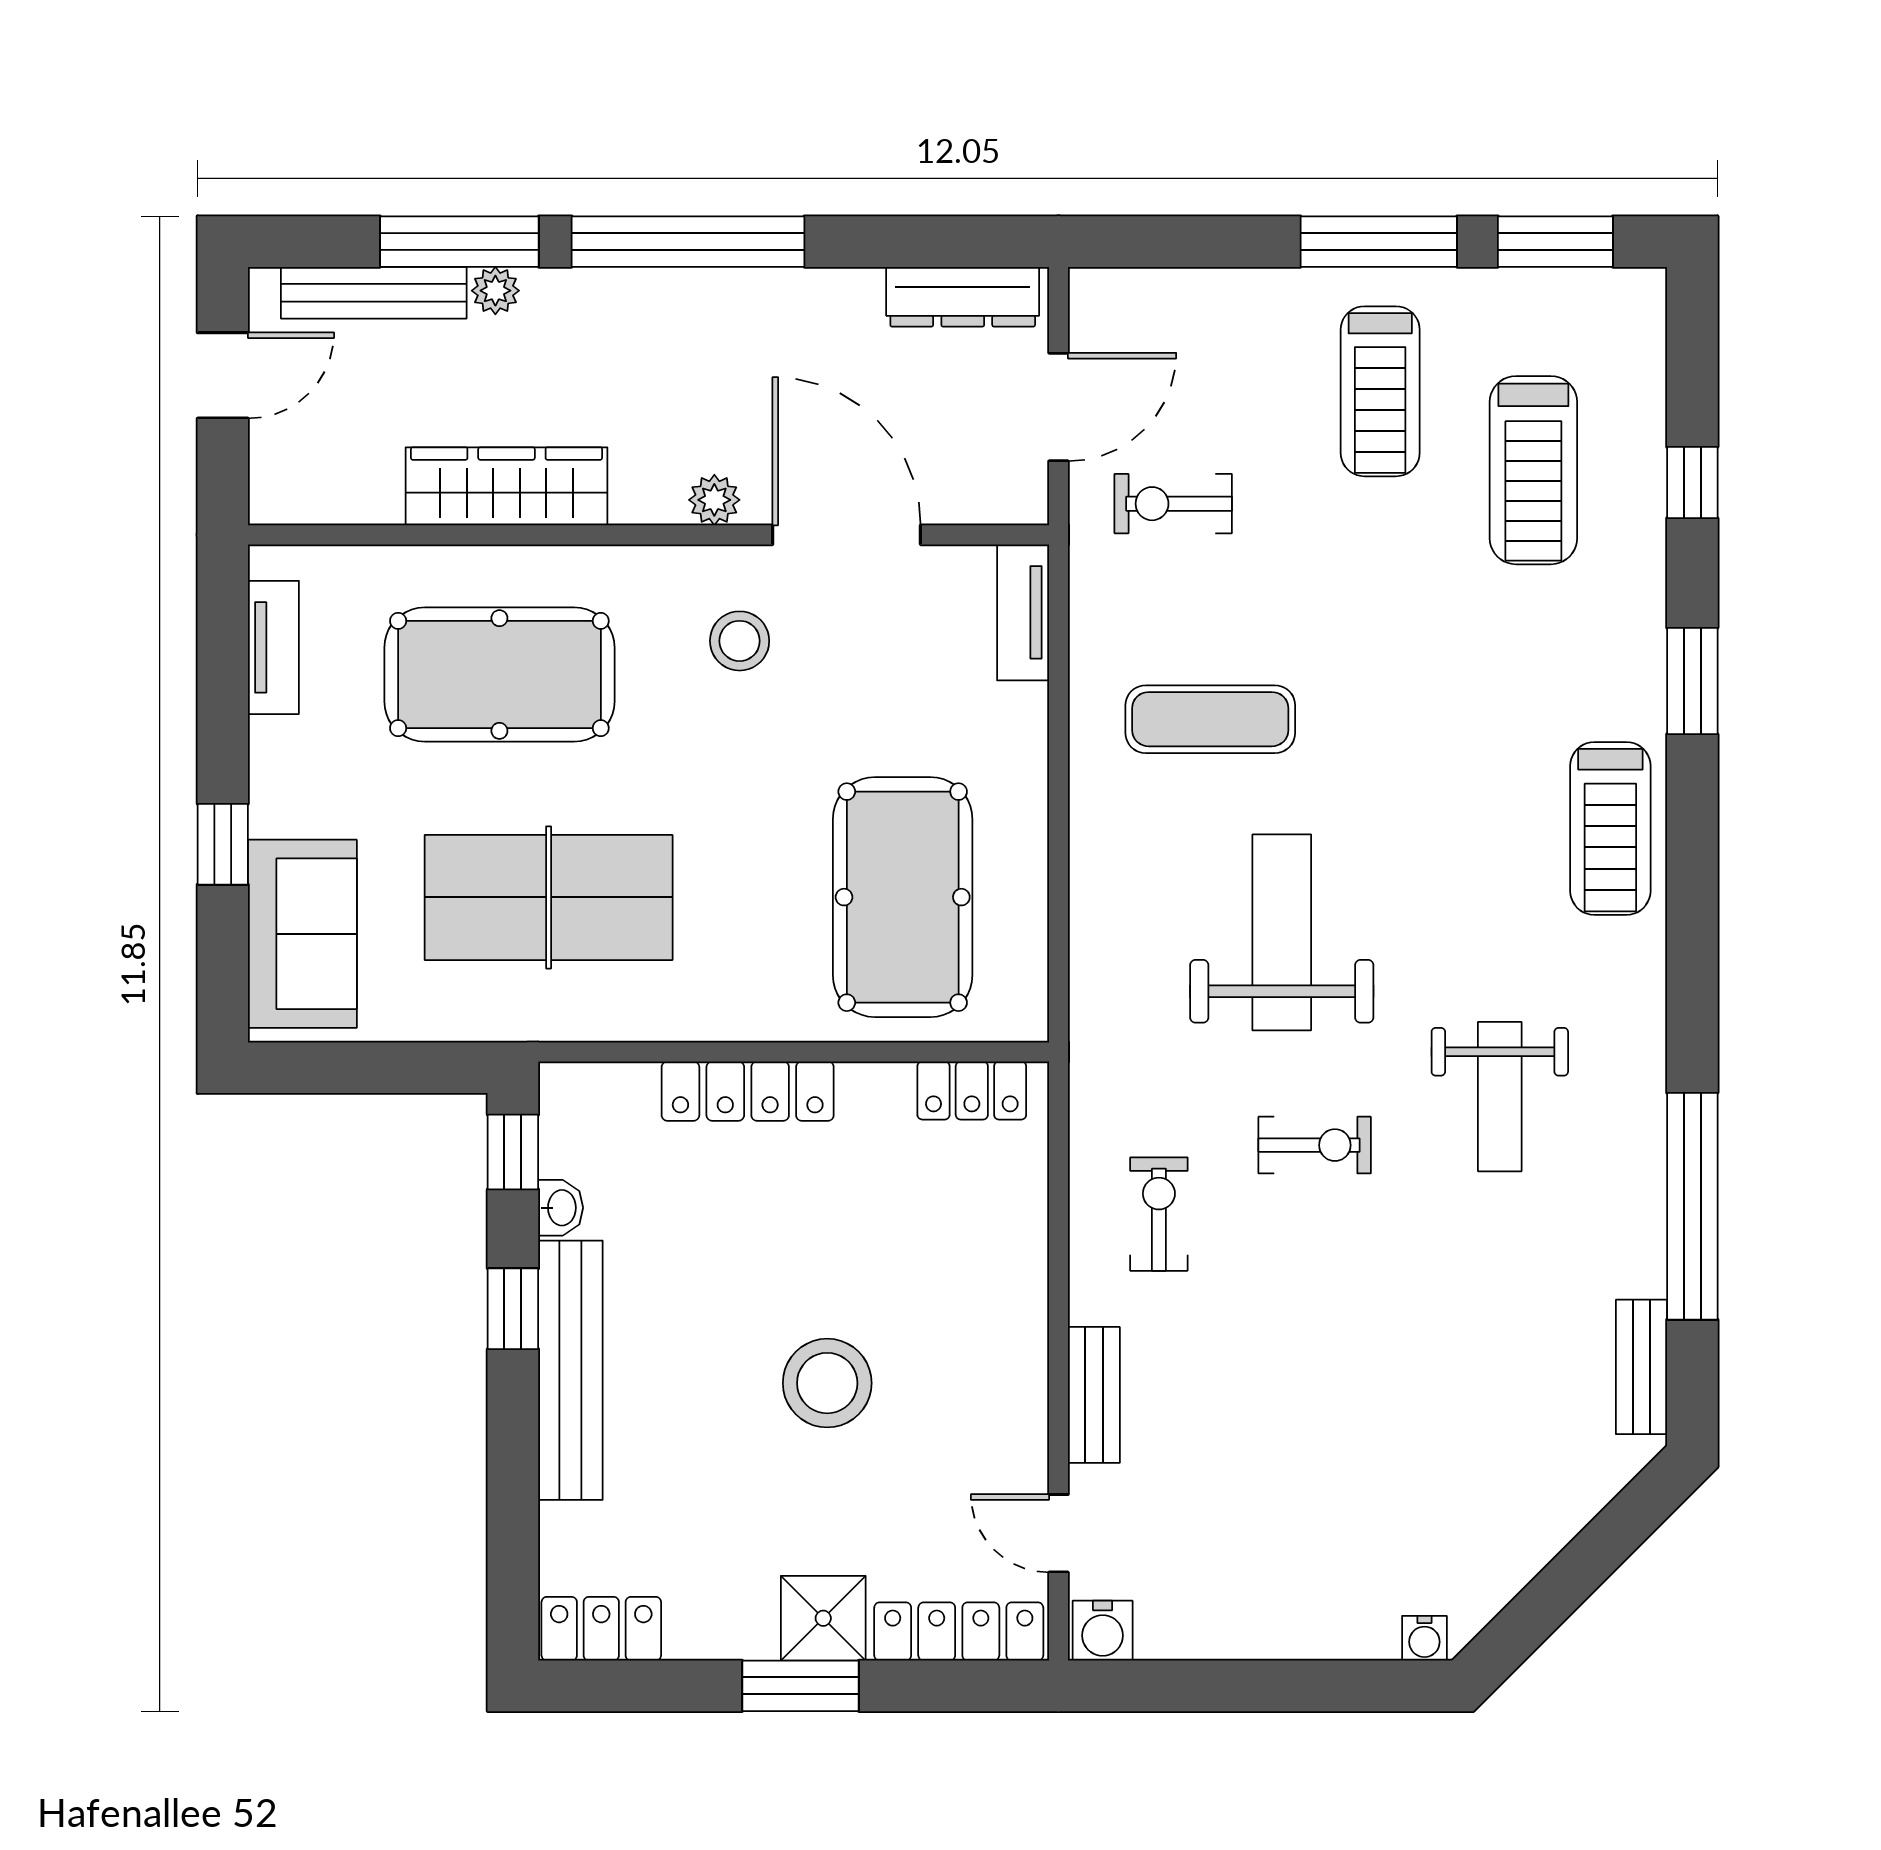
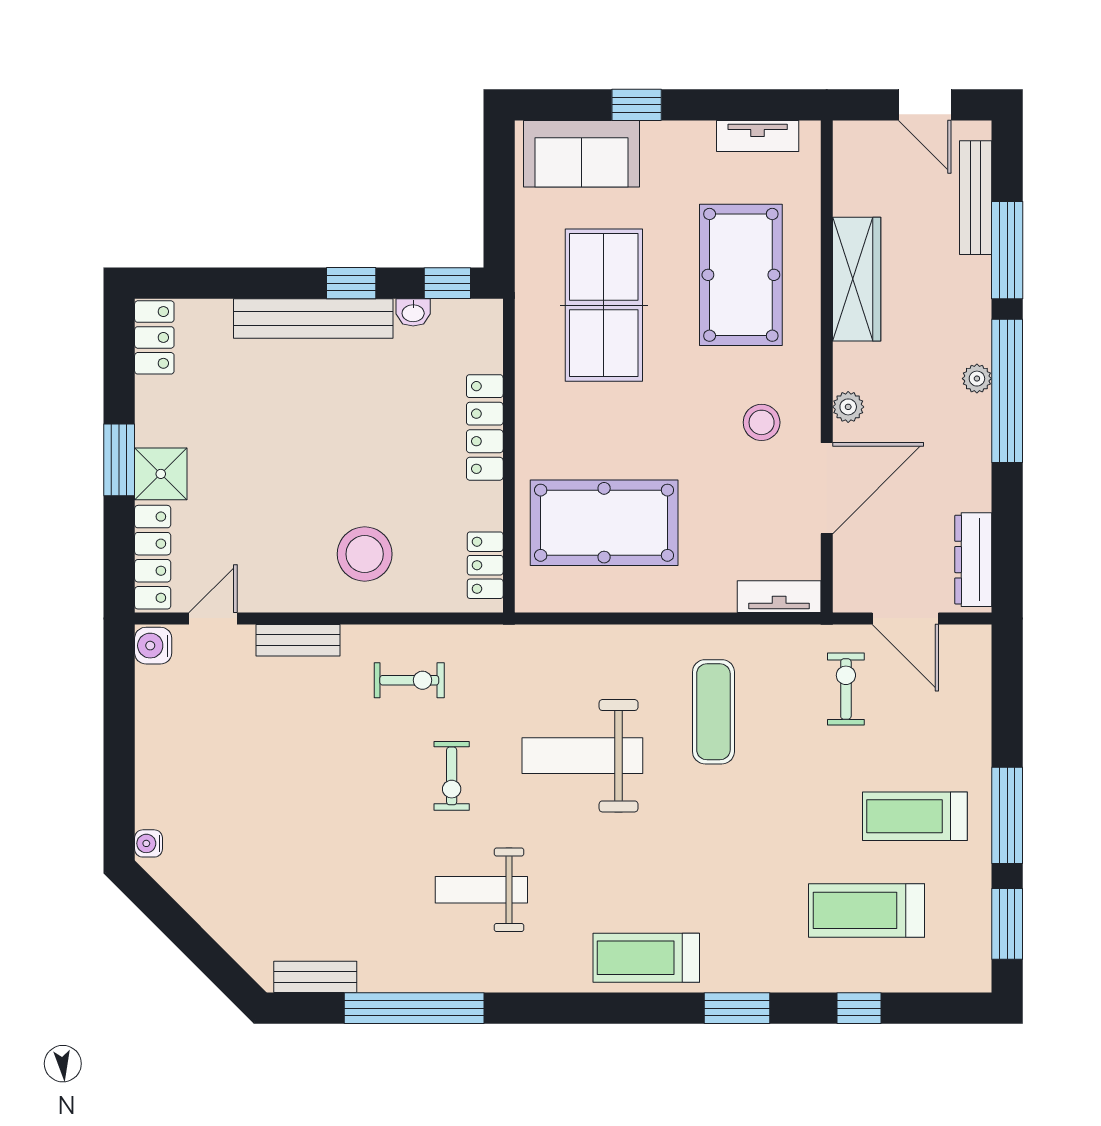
plant: (495, 291) -> (977, 379), moved
weight bench: (1282, 932) -> (582, 756), turned 180
stool: (827, 1383) -> (365, 554), moved

